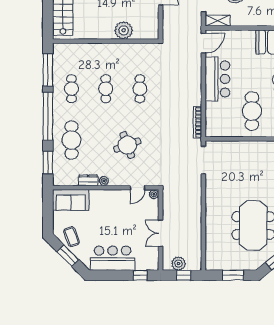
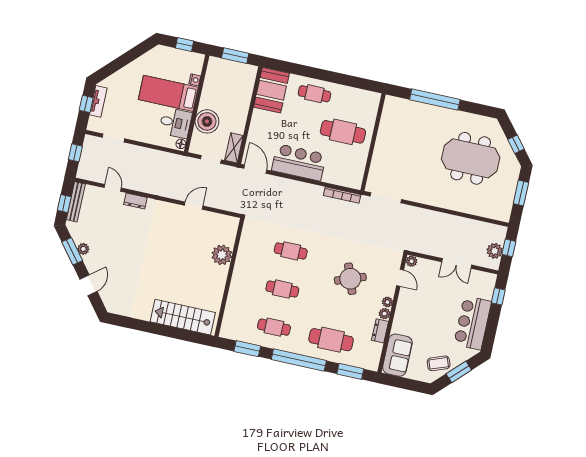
window: (48, 70) -> (247, 349), width x0.69
plant: (114, 181) -> (387, 302), added

